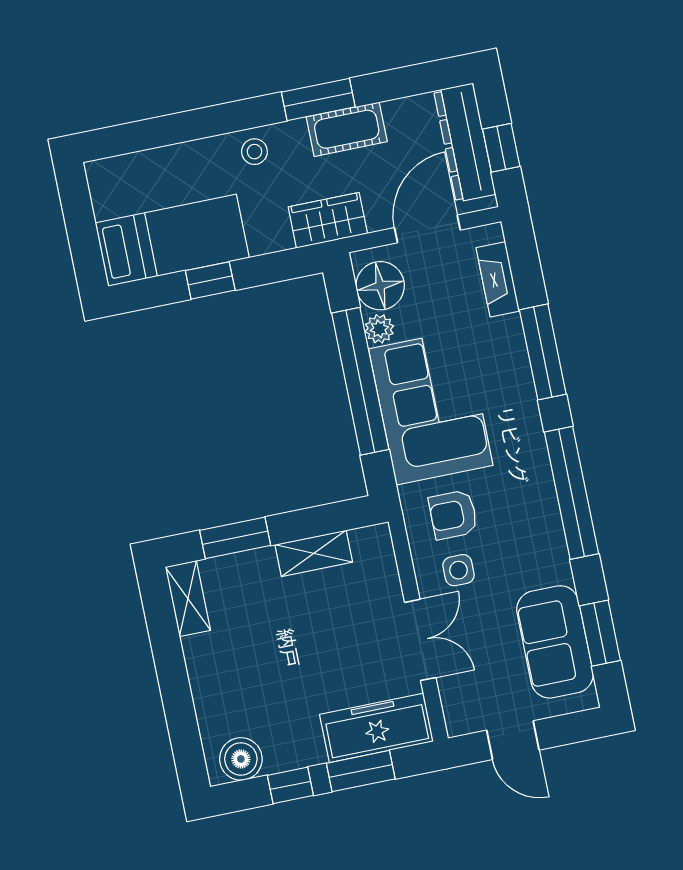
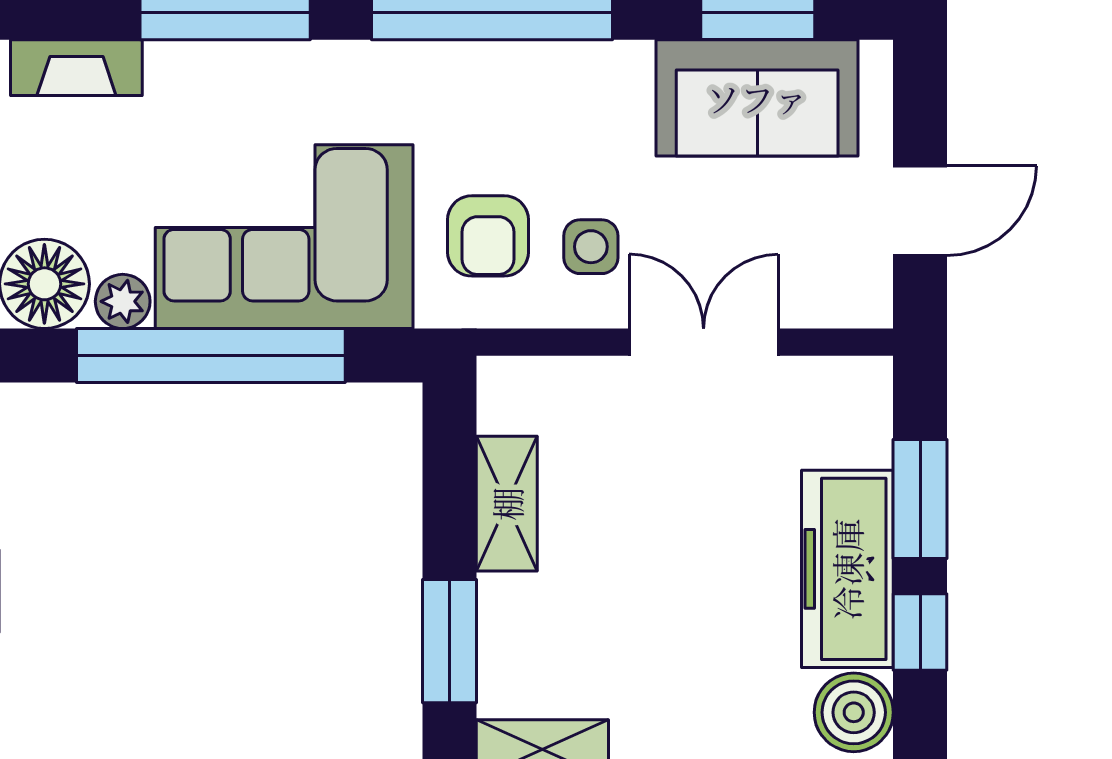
freezer: (376, 728) -> (847, 569), moved

